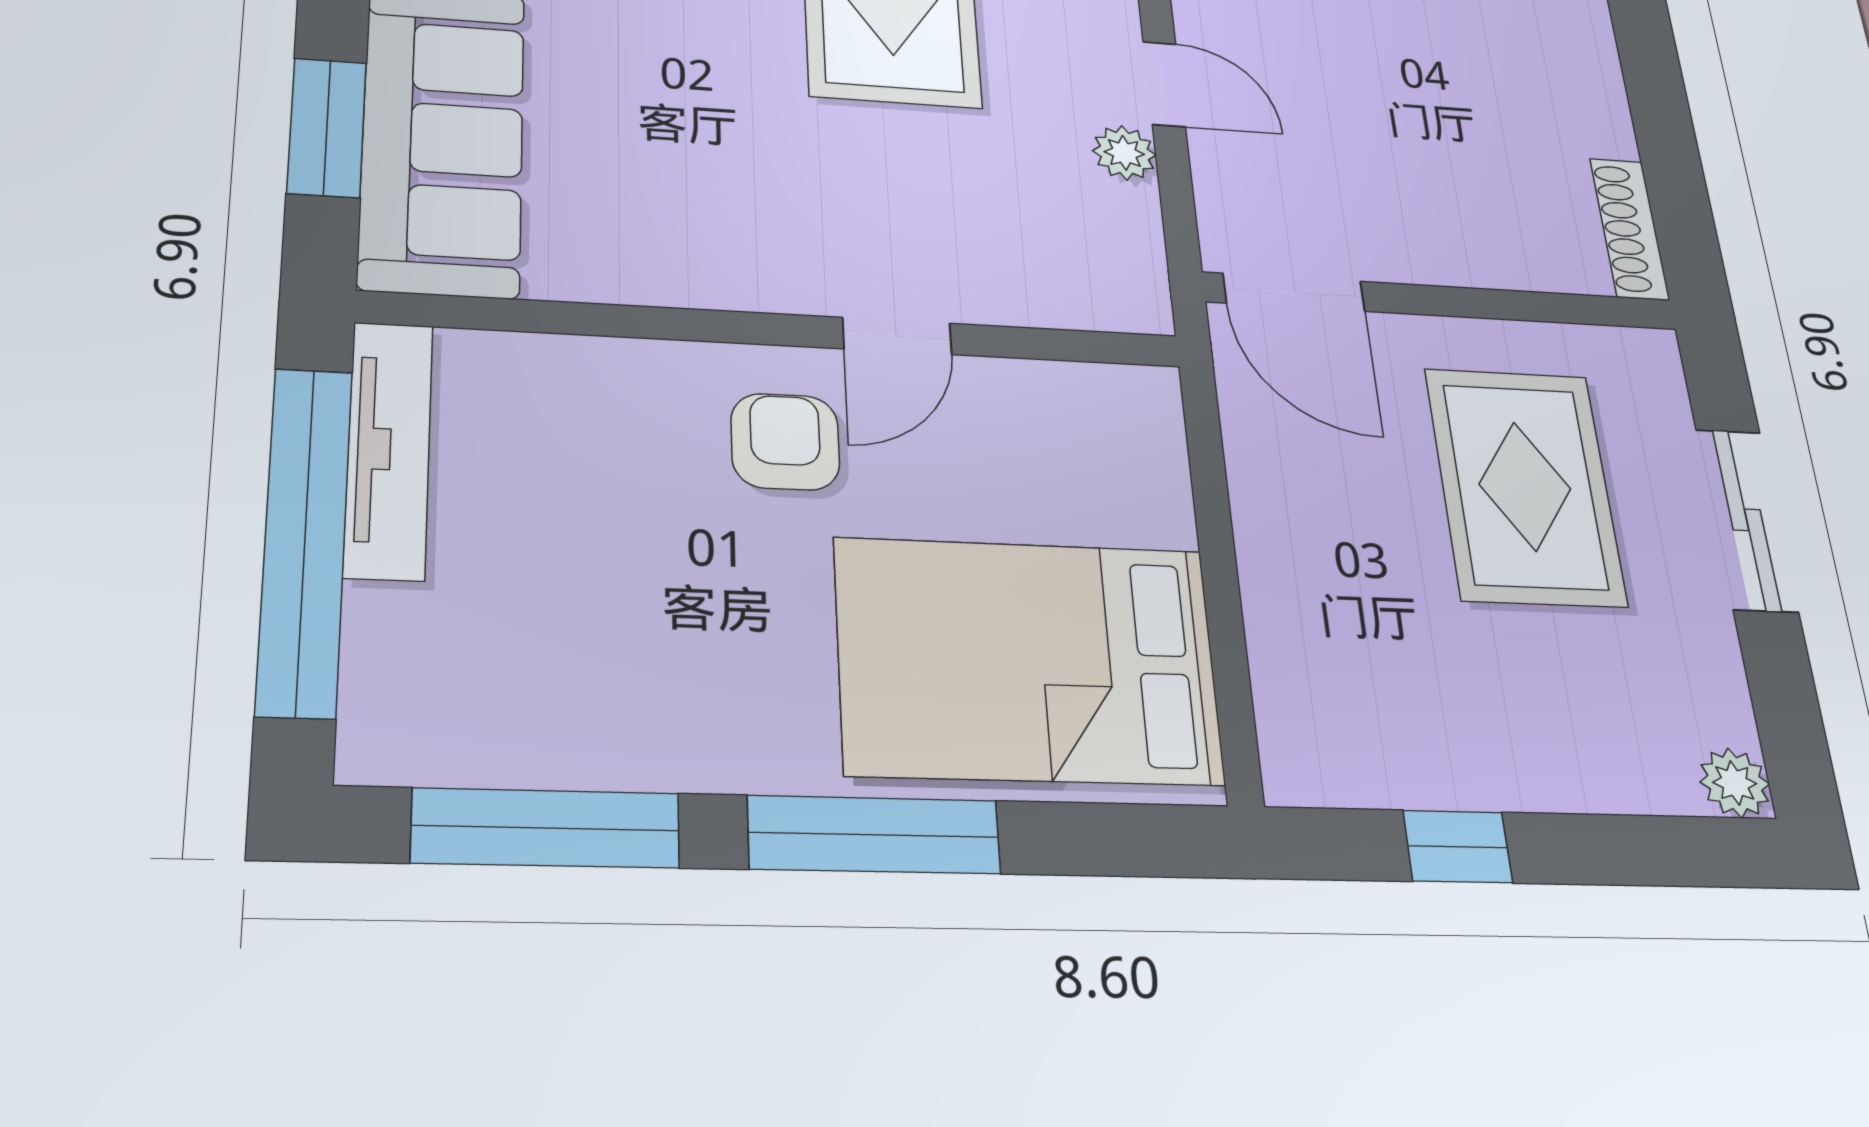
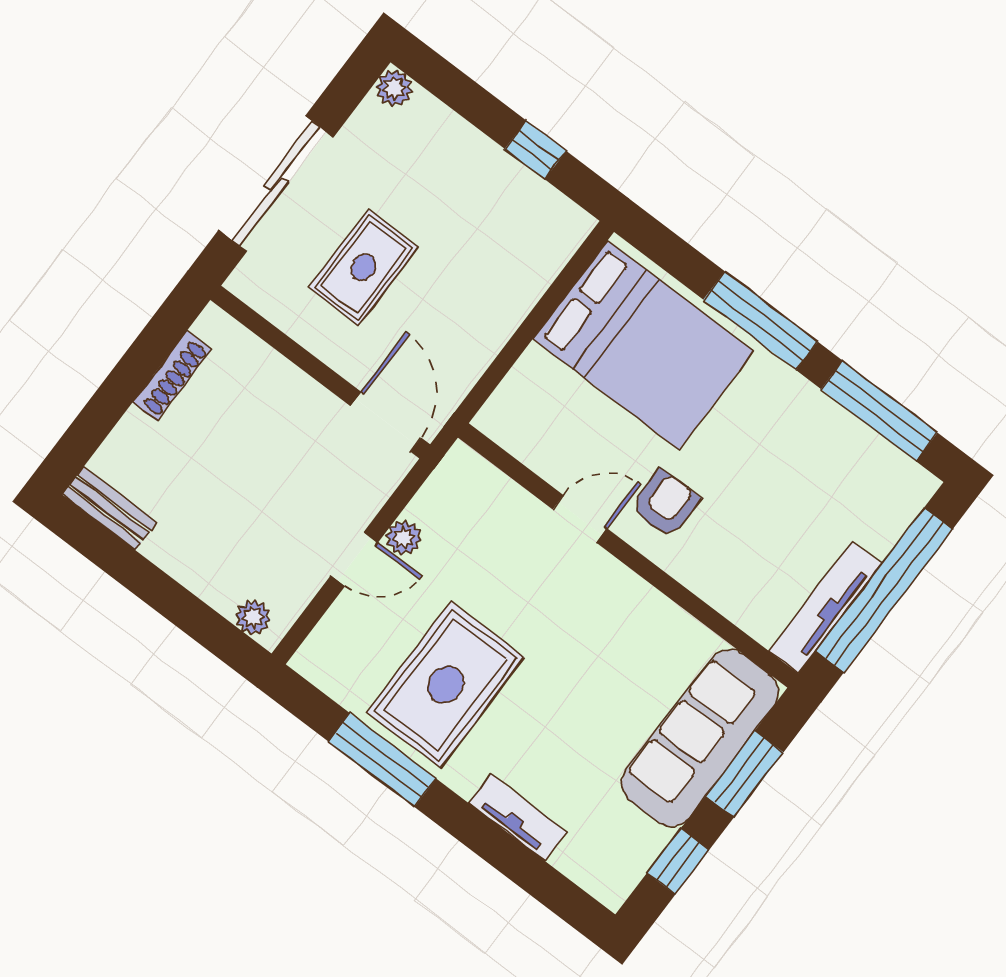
door: (1164, 84) -> (354, 559), swing flipped
shoe rack: (1630, 229) -> (172, 376), moved
armchair: (785, 442) -> (665, 504), turned 180
rug: (1525, 486) -> (363, 267), width x0.73, depth x0.70
sliding door: (1747, 520) -> (276, 184), width x1.37

